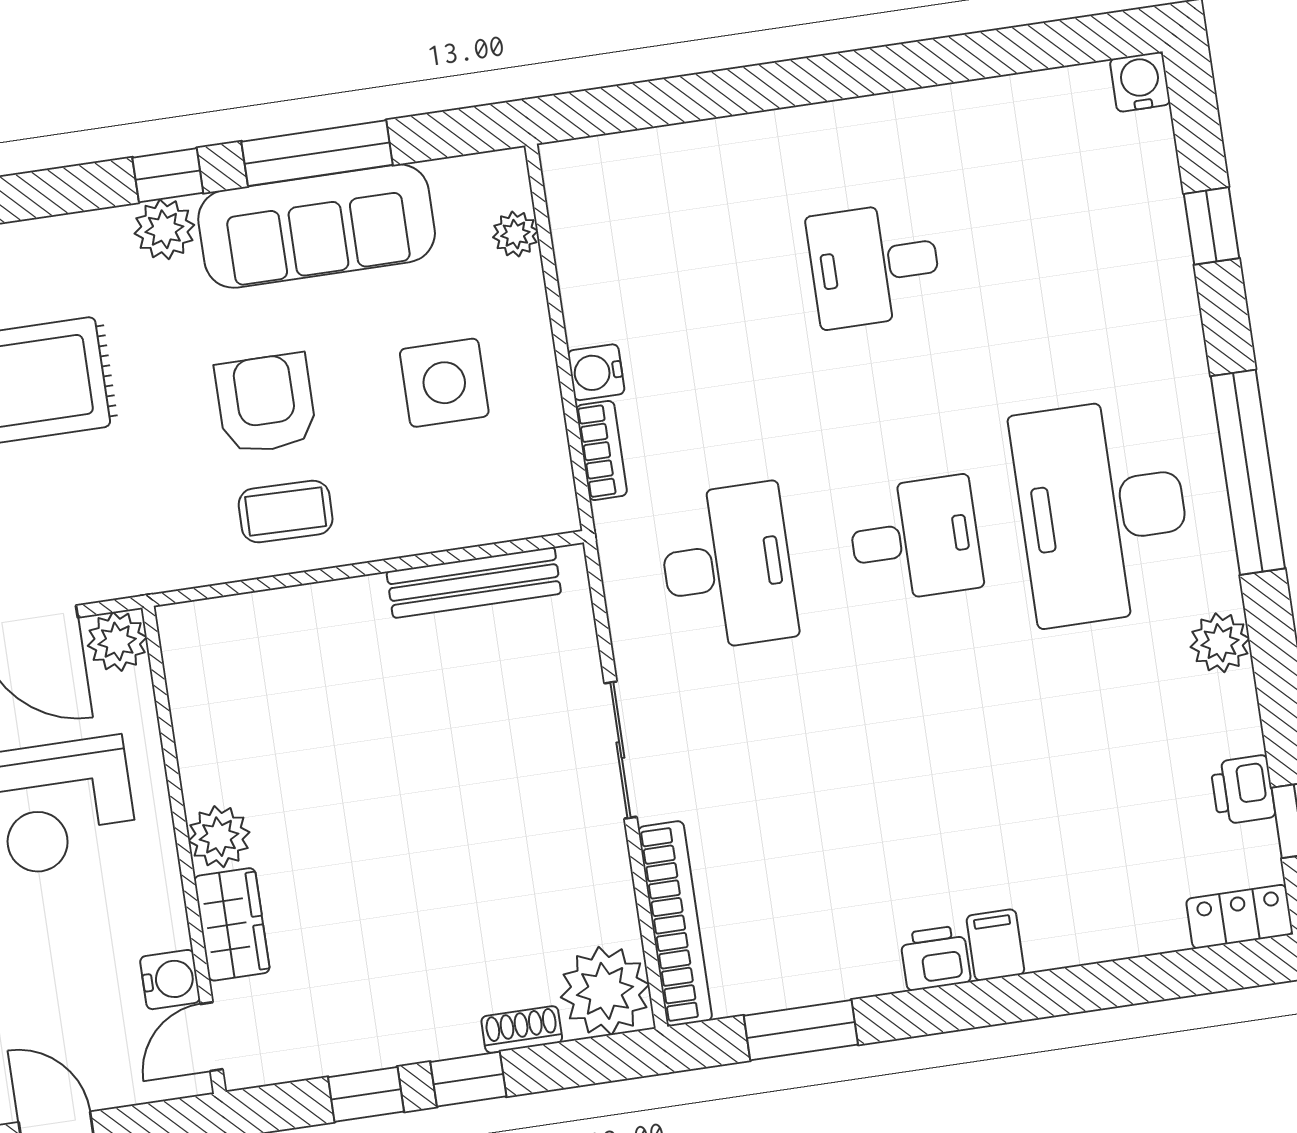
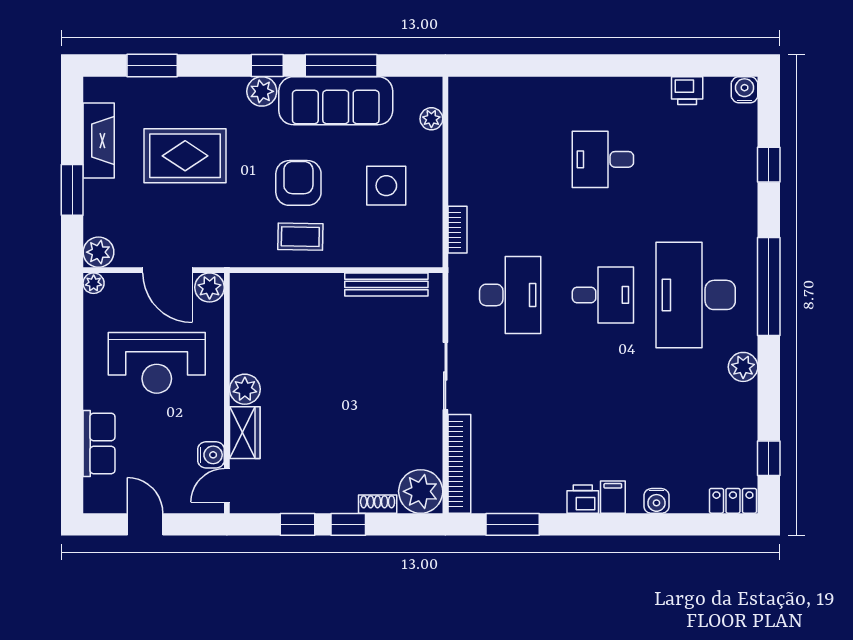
water cooler: (596, 372) -> (656, 501), moved, turned -90
printer: (1243, 790) -> (687, 91), moved, turned -90

